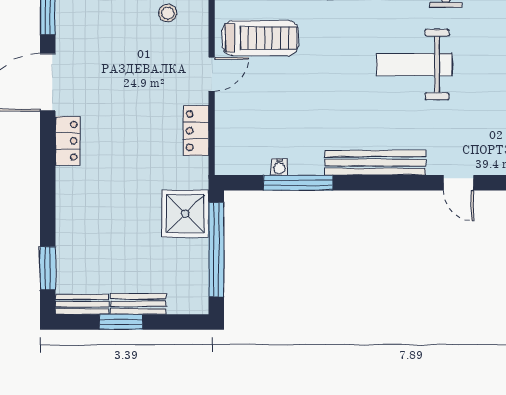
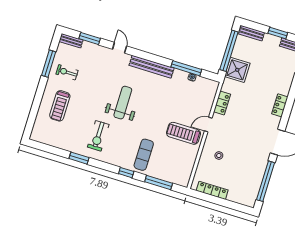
weight bench: (414, 64) -> (123, 103), turned -90
locker: (68, 141) -> (280, 105), moved
bench: (138, 304) -> (252, 33), moved

